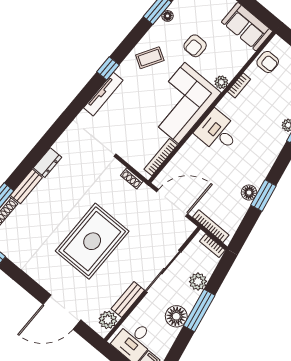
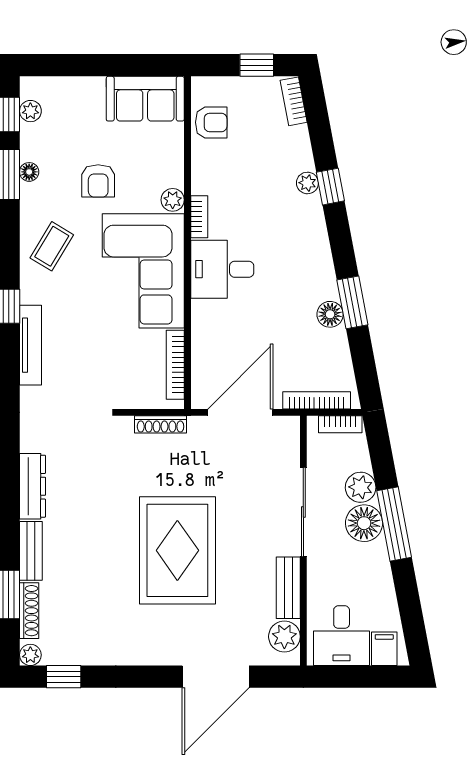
bookcase: (239, 85) -> (199, 217), moved
dresser: (47, 163) -> (33, 486), width x1.44
shoe rack: (132, 178) -> (161, 424), width x1.43
floor lamp: (176, 316) -> (364, 523), moved

